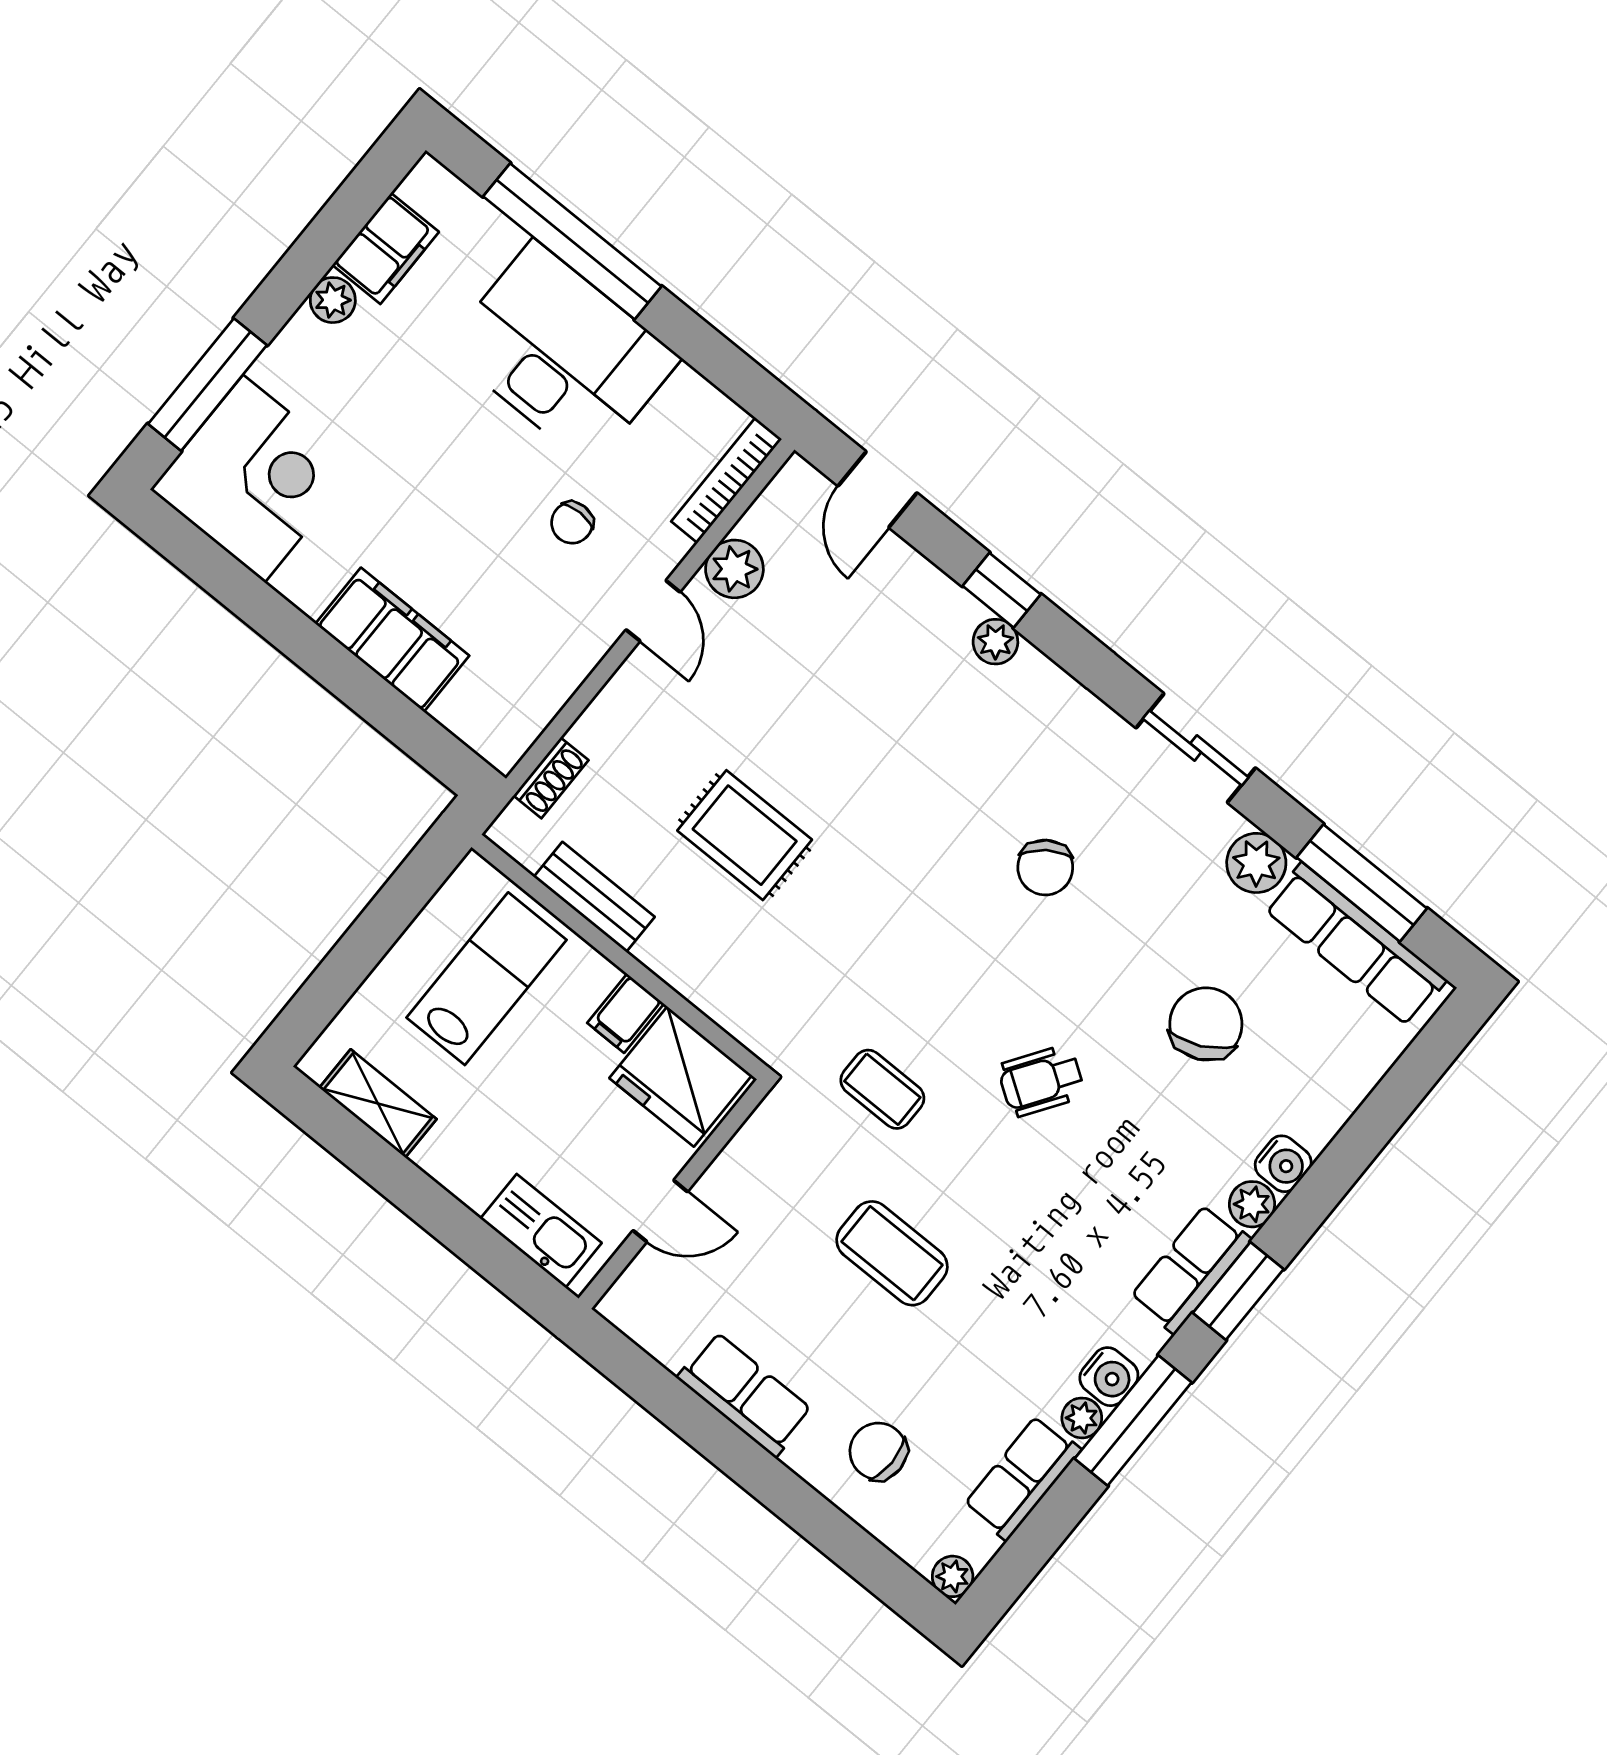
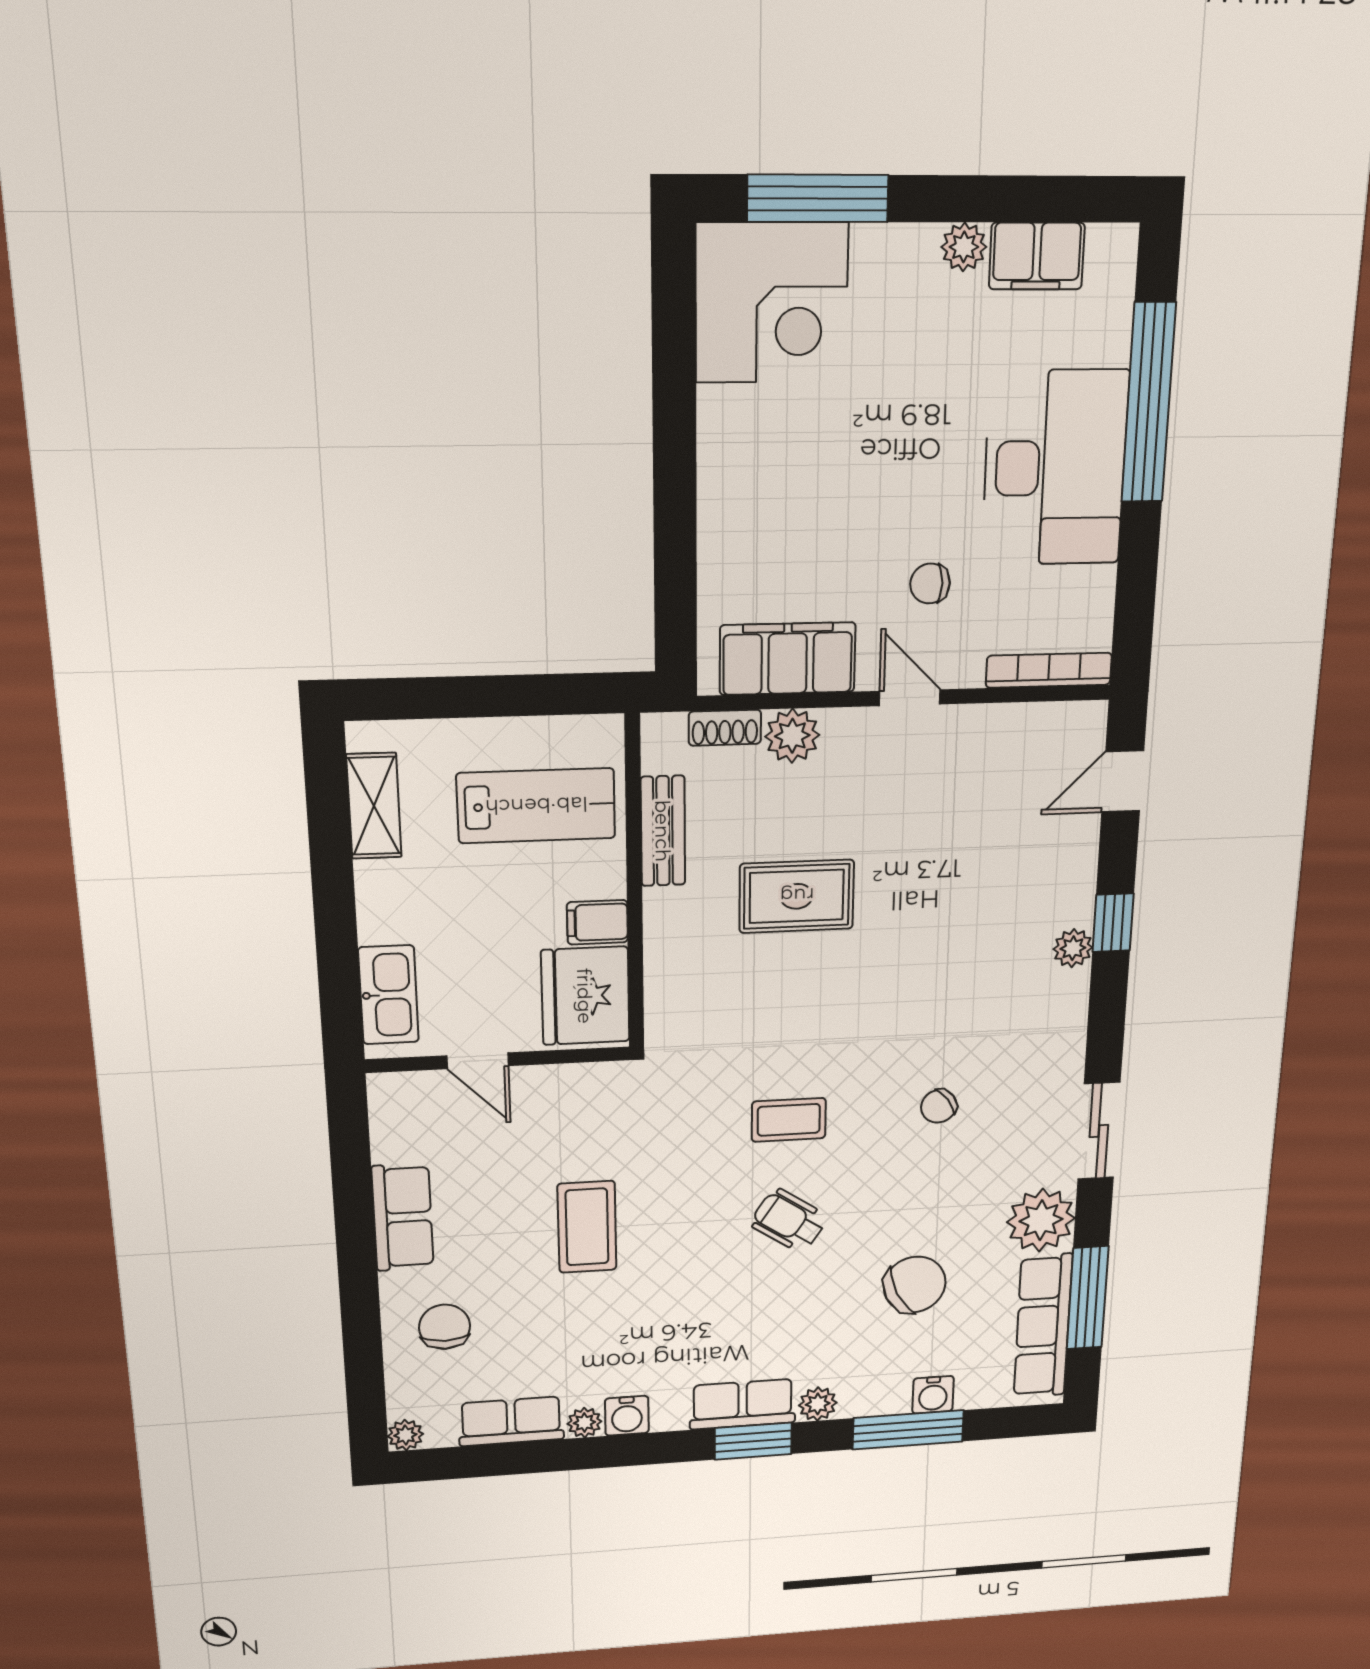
plant: (734, 569) -> (792, 736), moved
door: (653, 611) -> (910, 698), swing flipped
filing cabinet: (392, 640) -> (788, 659), moved, turned -90
rug: (745, 835) -> (797, 896), turned 90
plant: (1256, 863) -> (1041, 1220), width x1.36, depth x1.36
chair: (1045, 867) -> (939, 1106), width x0.73, depth x0.73
coffee table: (882, 1089) -> (789, 1120), moved, turned 90
water cooler: (1283, 1164) -> (933, 1395), moved
window: (1133, 1420) -> (908, 1430), moved

